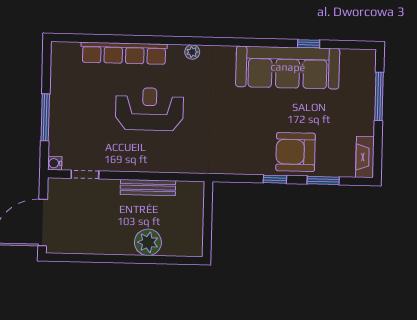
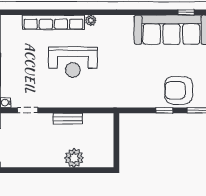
plant: (192, 52) -> (91, 20), moved
reception desk: (149, 109) -> (73, 62), turned 180
bench: (148, 188) -> (68, 119), width x0.73

